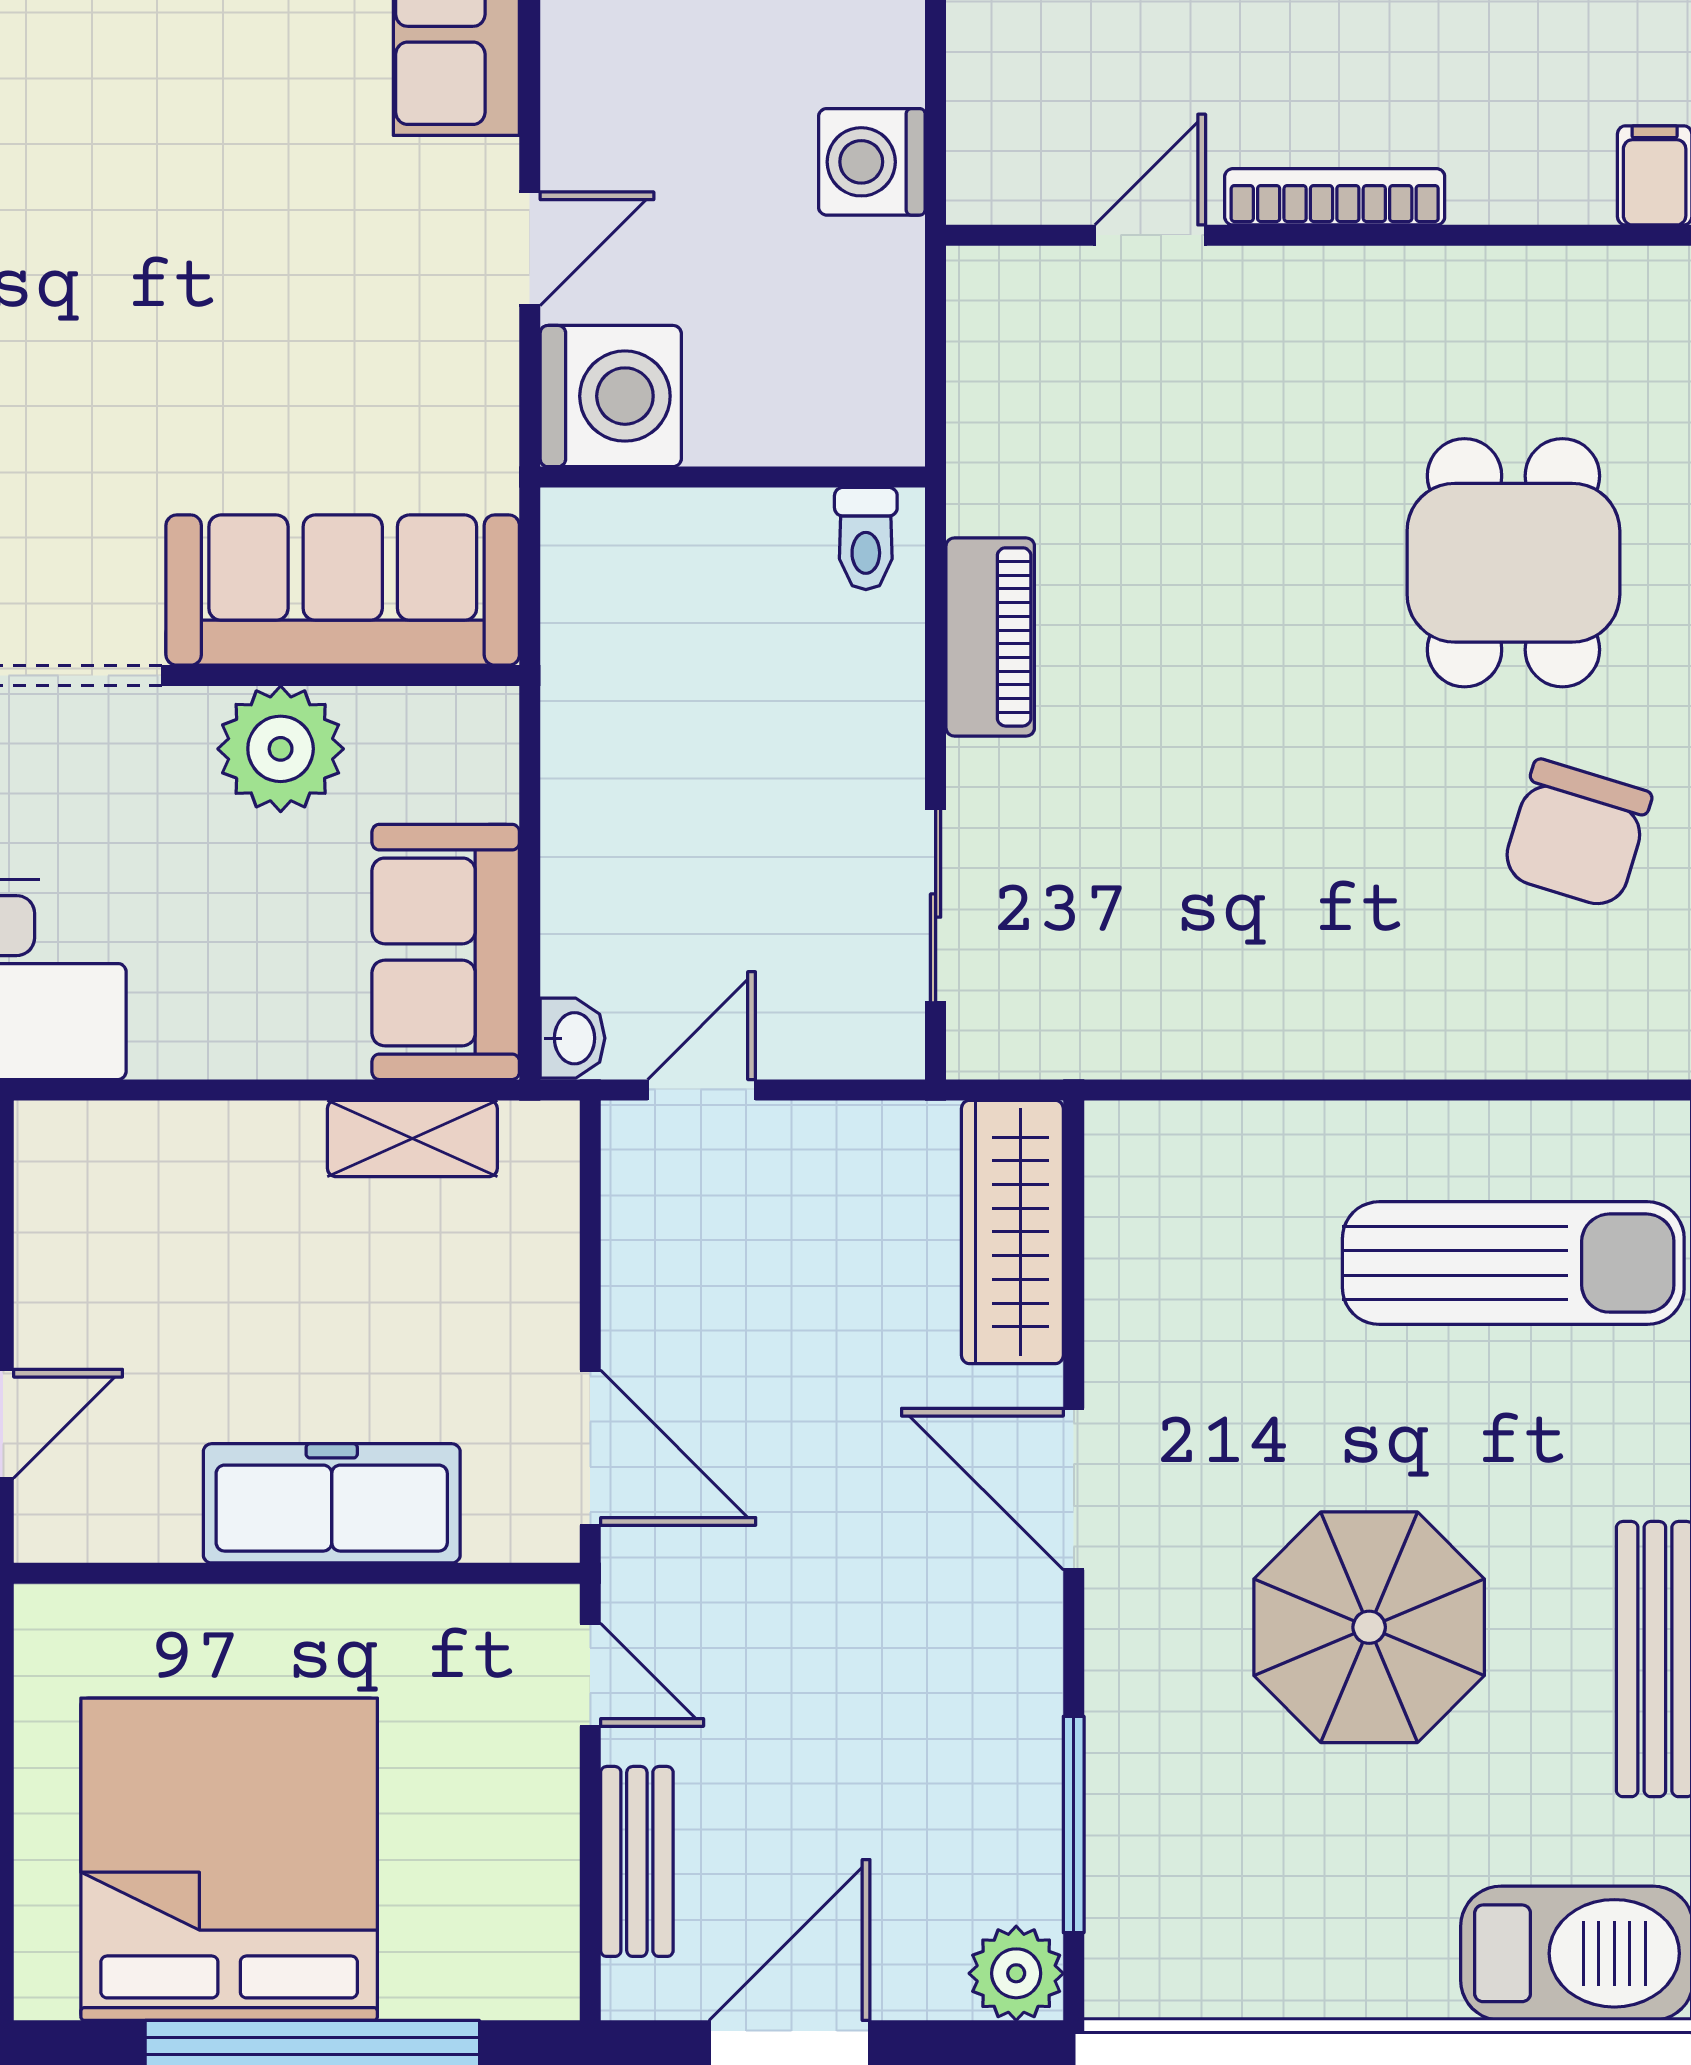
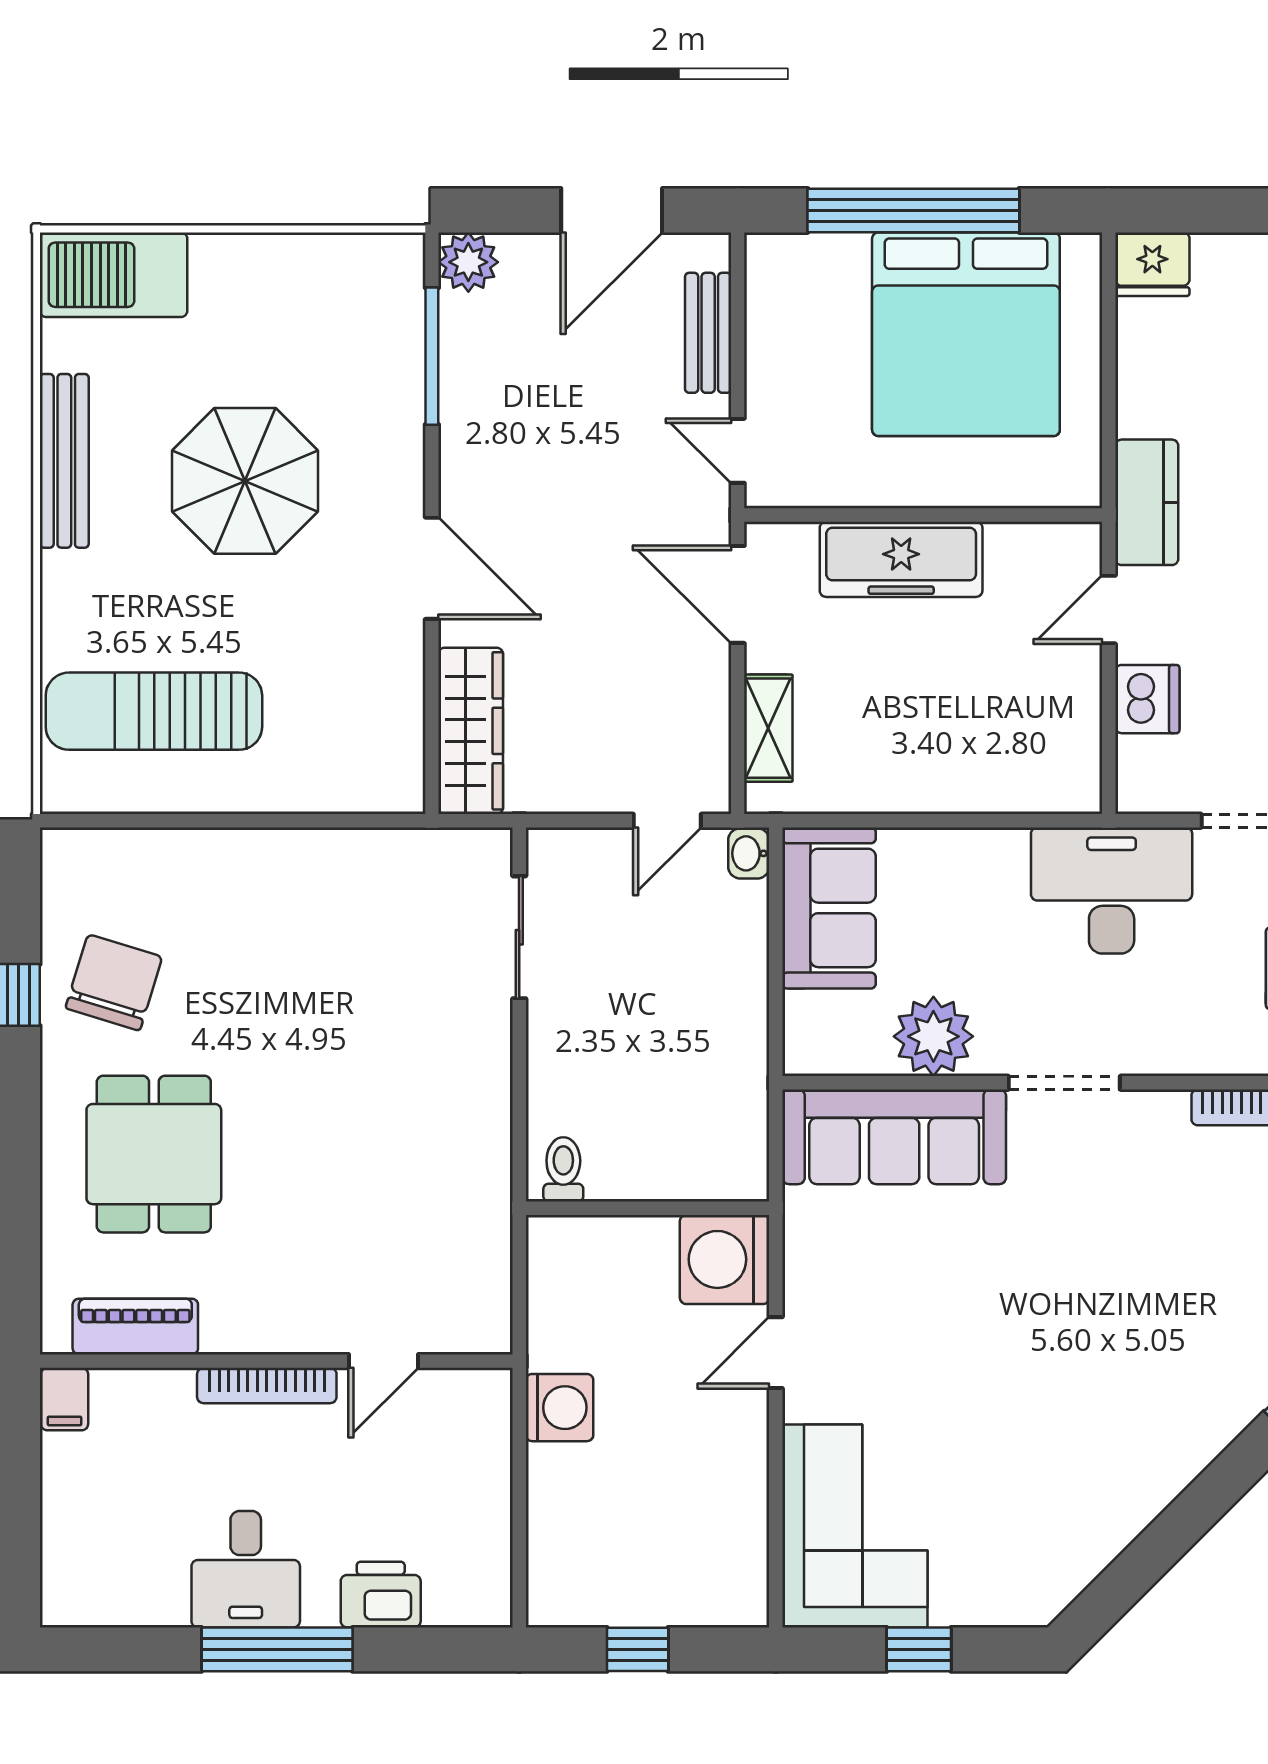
piano: (990, 637) -> (135, 1327), moved, turned 90
shelving: (412, 1138) -> (768, 728), moved, turned 90

